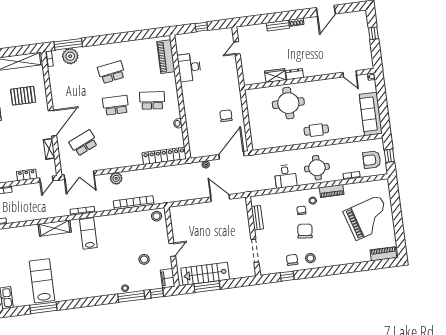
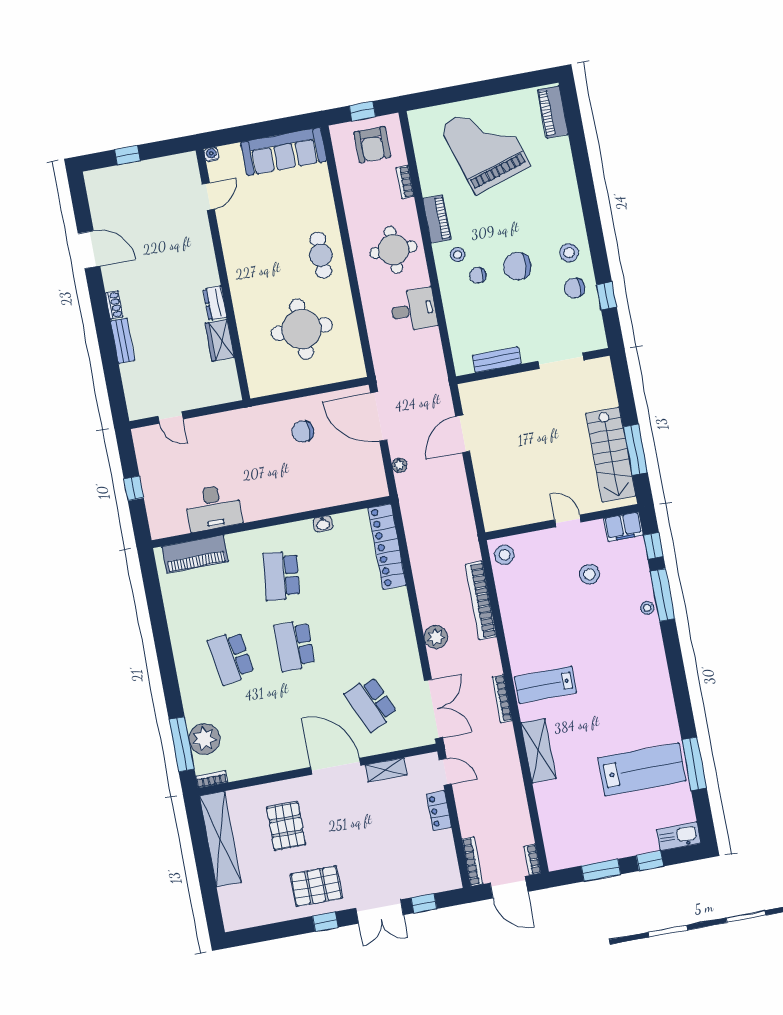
round table: (288, 103) -> (302, 329), moved
lab bench: (42, 281) -> (642, 769), turned 180

